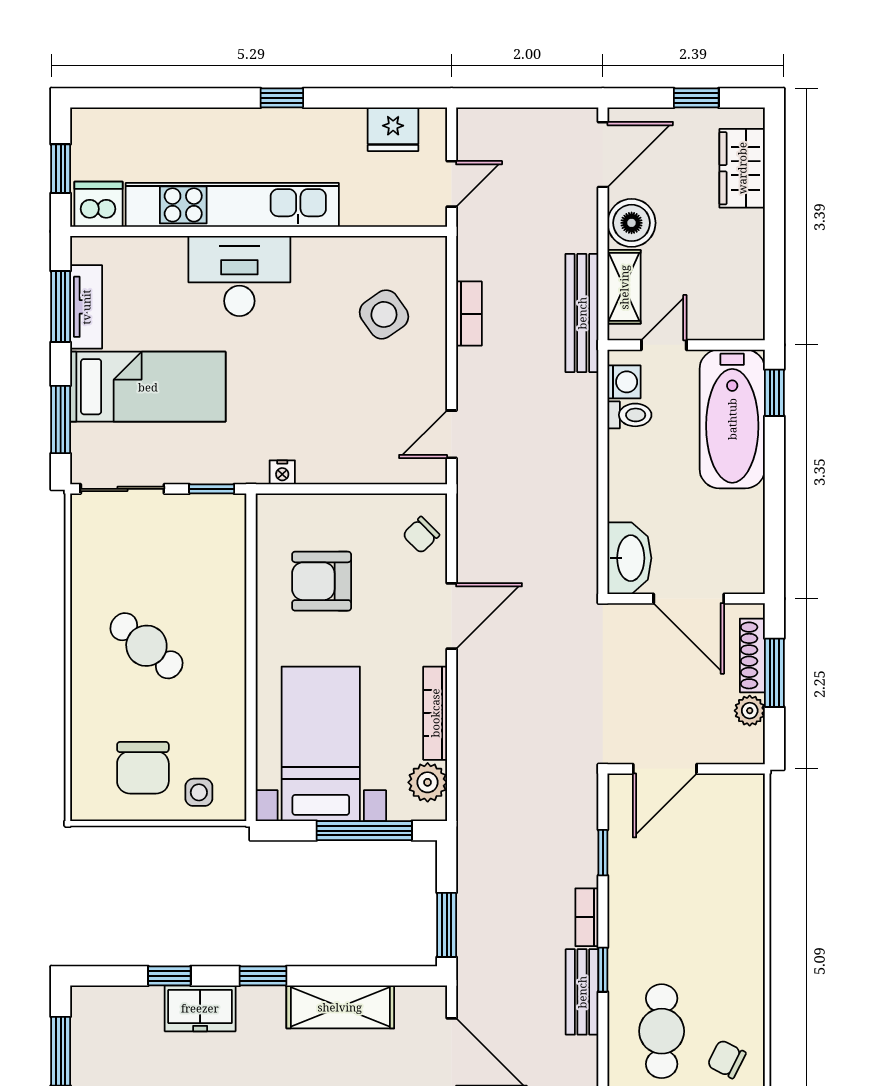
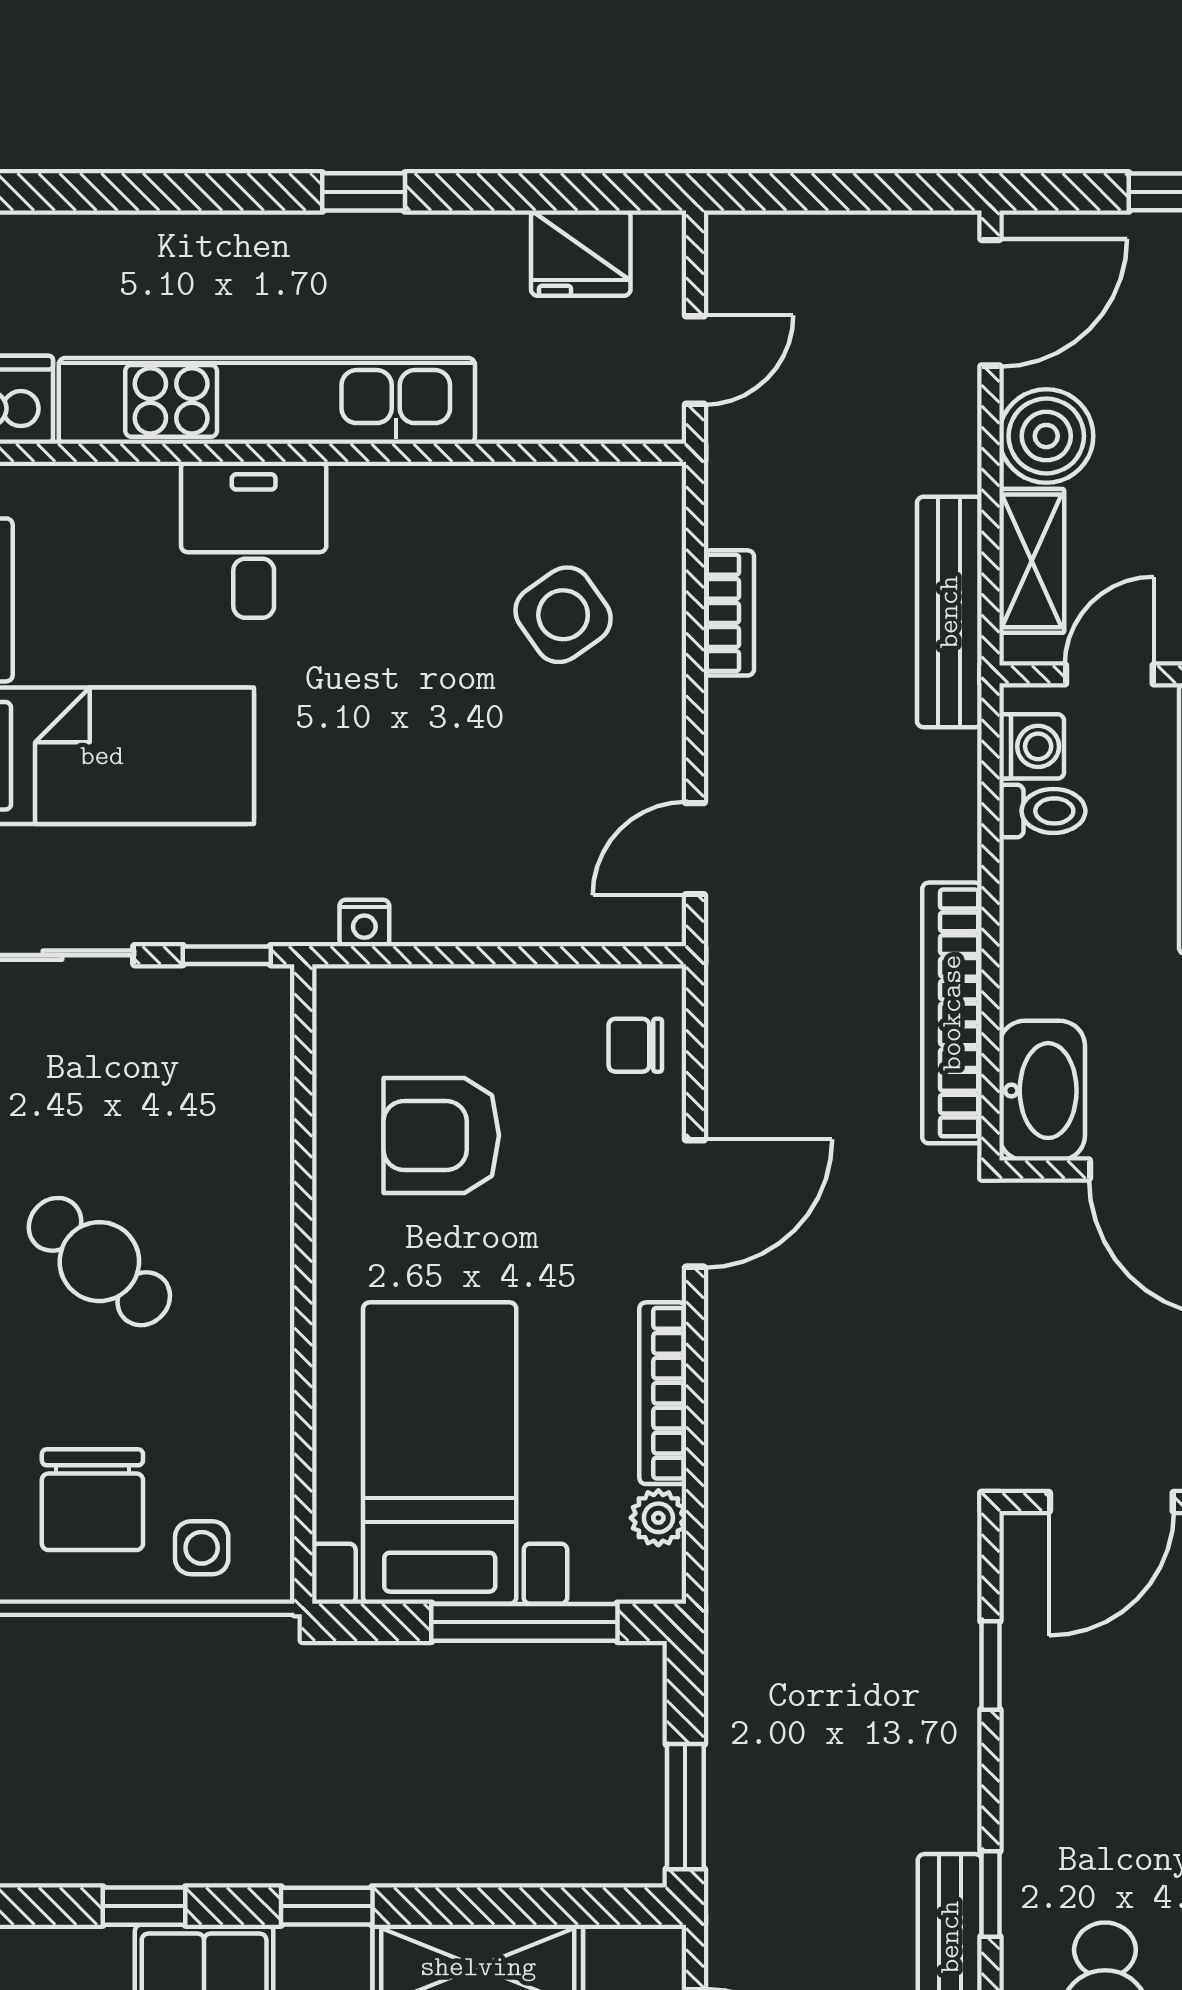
desk: (239, 276) -> (254, 540), width x0.73
chair: (421, 535) -> (635, 1045), turned 45
plant: (428, 782) -> (658, 1518), width x0.73, depth x0.73
bookcase: (587, 917) -> (952, 1013), moved, width x2.31, depth x1.31

